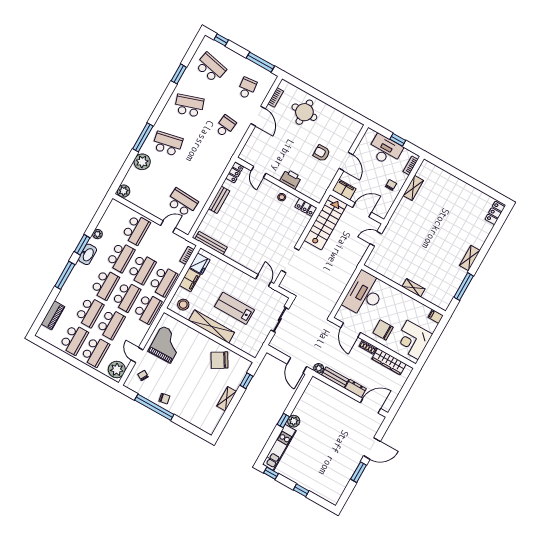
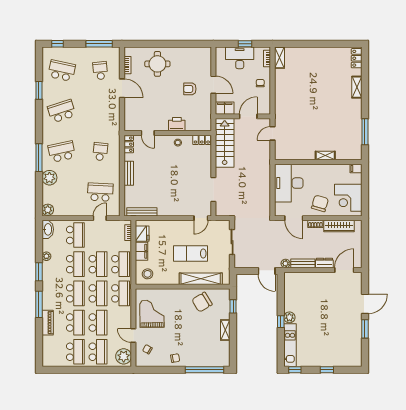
school desk: (225, 126) -> (100, 152), moved
shelving: (413, 188) -> (279, 58), moved
washbasin: (88, 254) -> (48, 229), moved
shelving: (470, 258) -> (357, 87), moved
door: (263, 280) -> (201, 218), swing flipped
piano: (53, 315) -> (48, 323), moved
shelving: (212, 327) -> (201, 279), moved
chair: (383, 330) -> (320, 203), turned 106
window: (154, 407) -> (204, 370), moved

